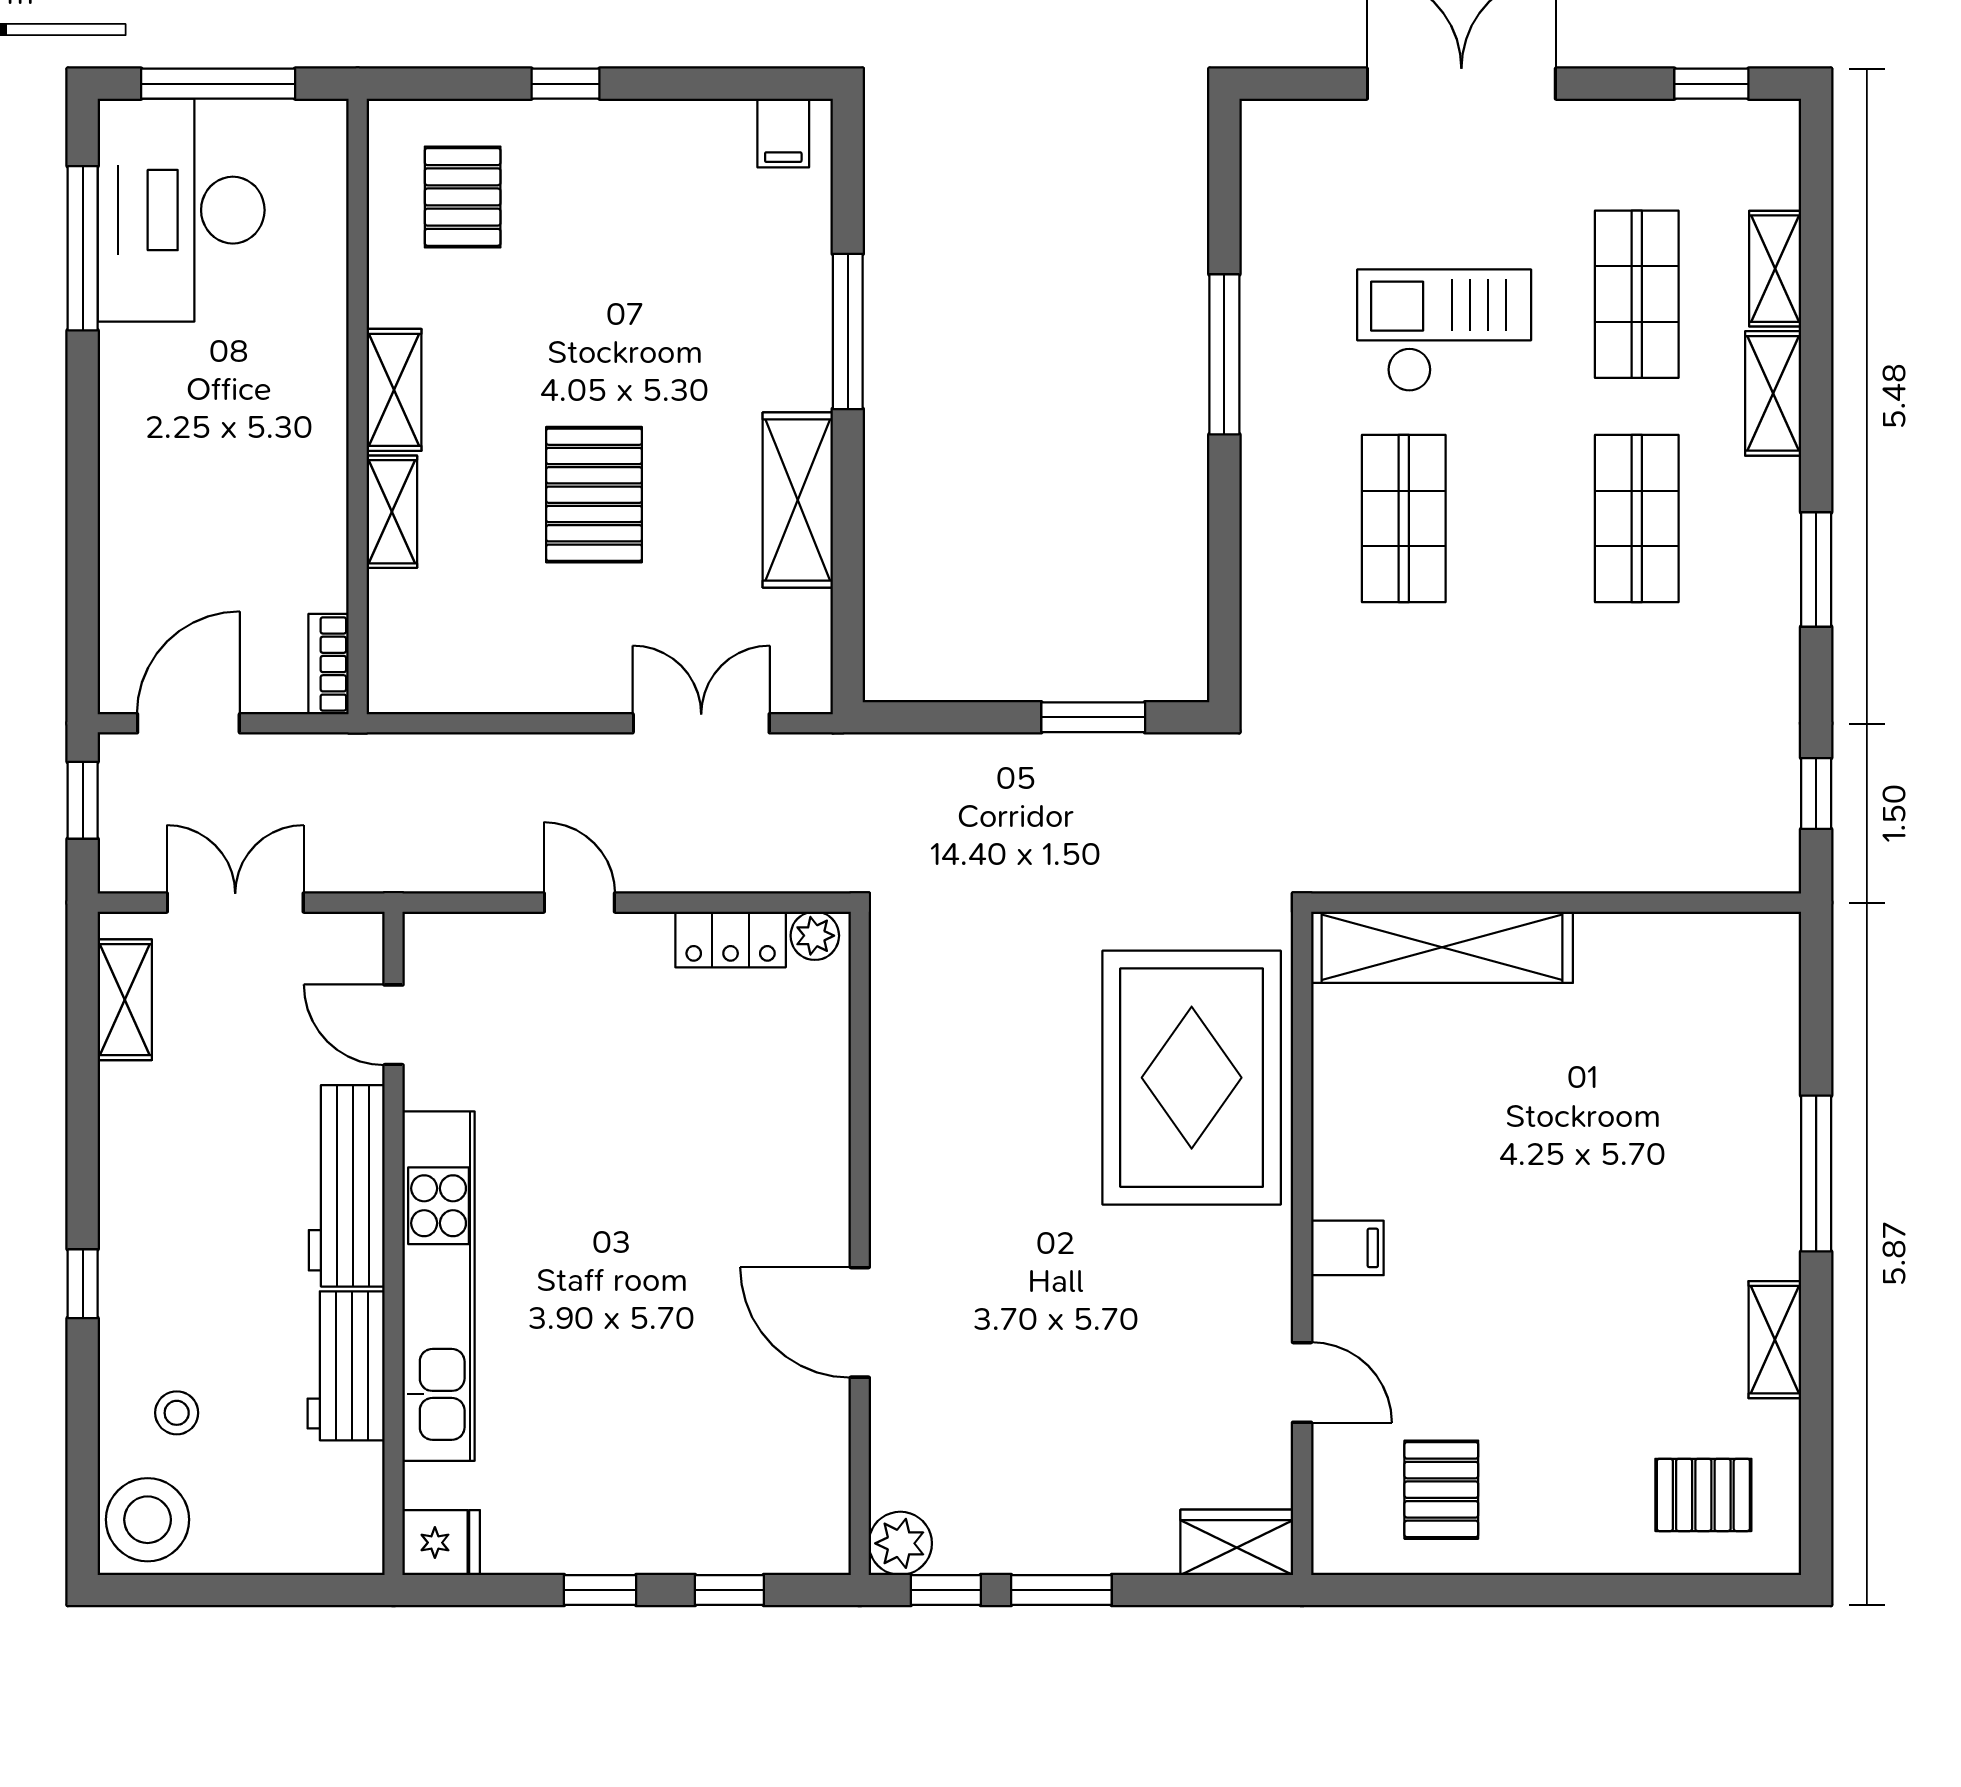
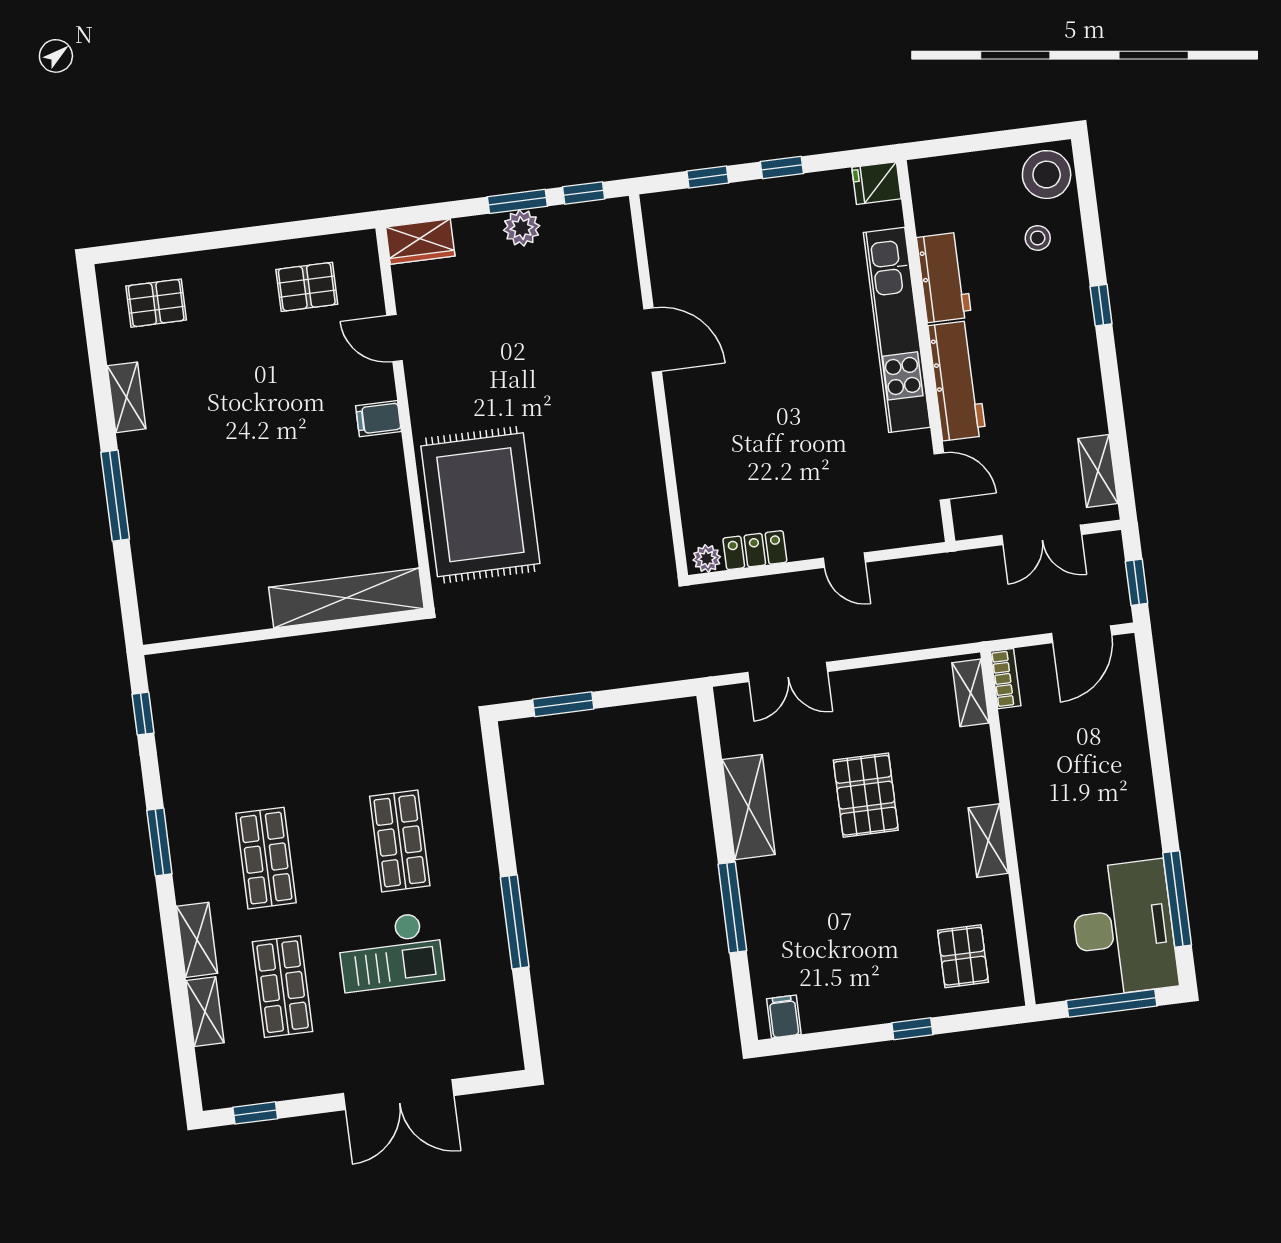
shelving: (392, 512) -> (971, 693), moved
pallet: (1441, 1490) -> (307, 287), turned 90
plant: (900, 1543) -> (522, 228), moved

